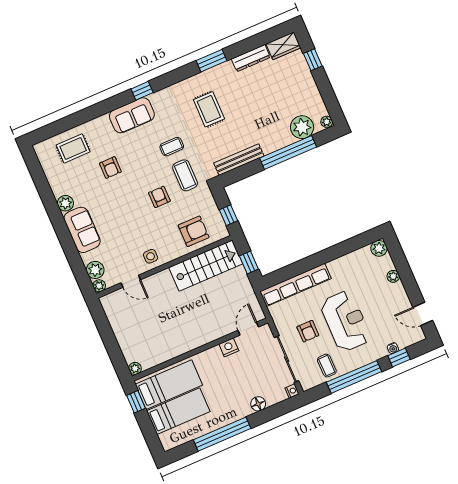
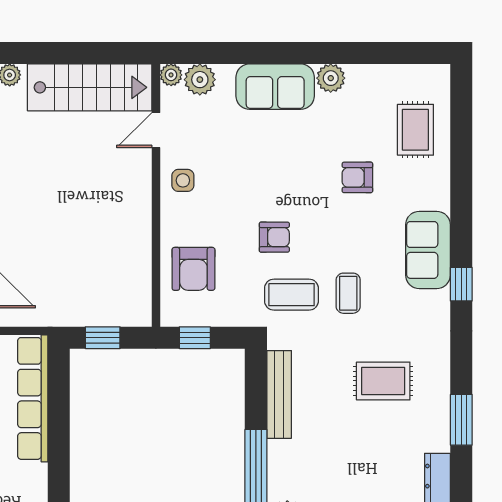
stairs: (206, 266) -> (90, 87), moved, turned -90

